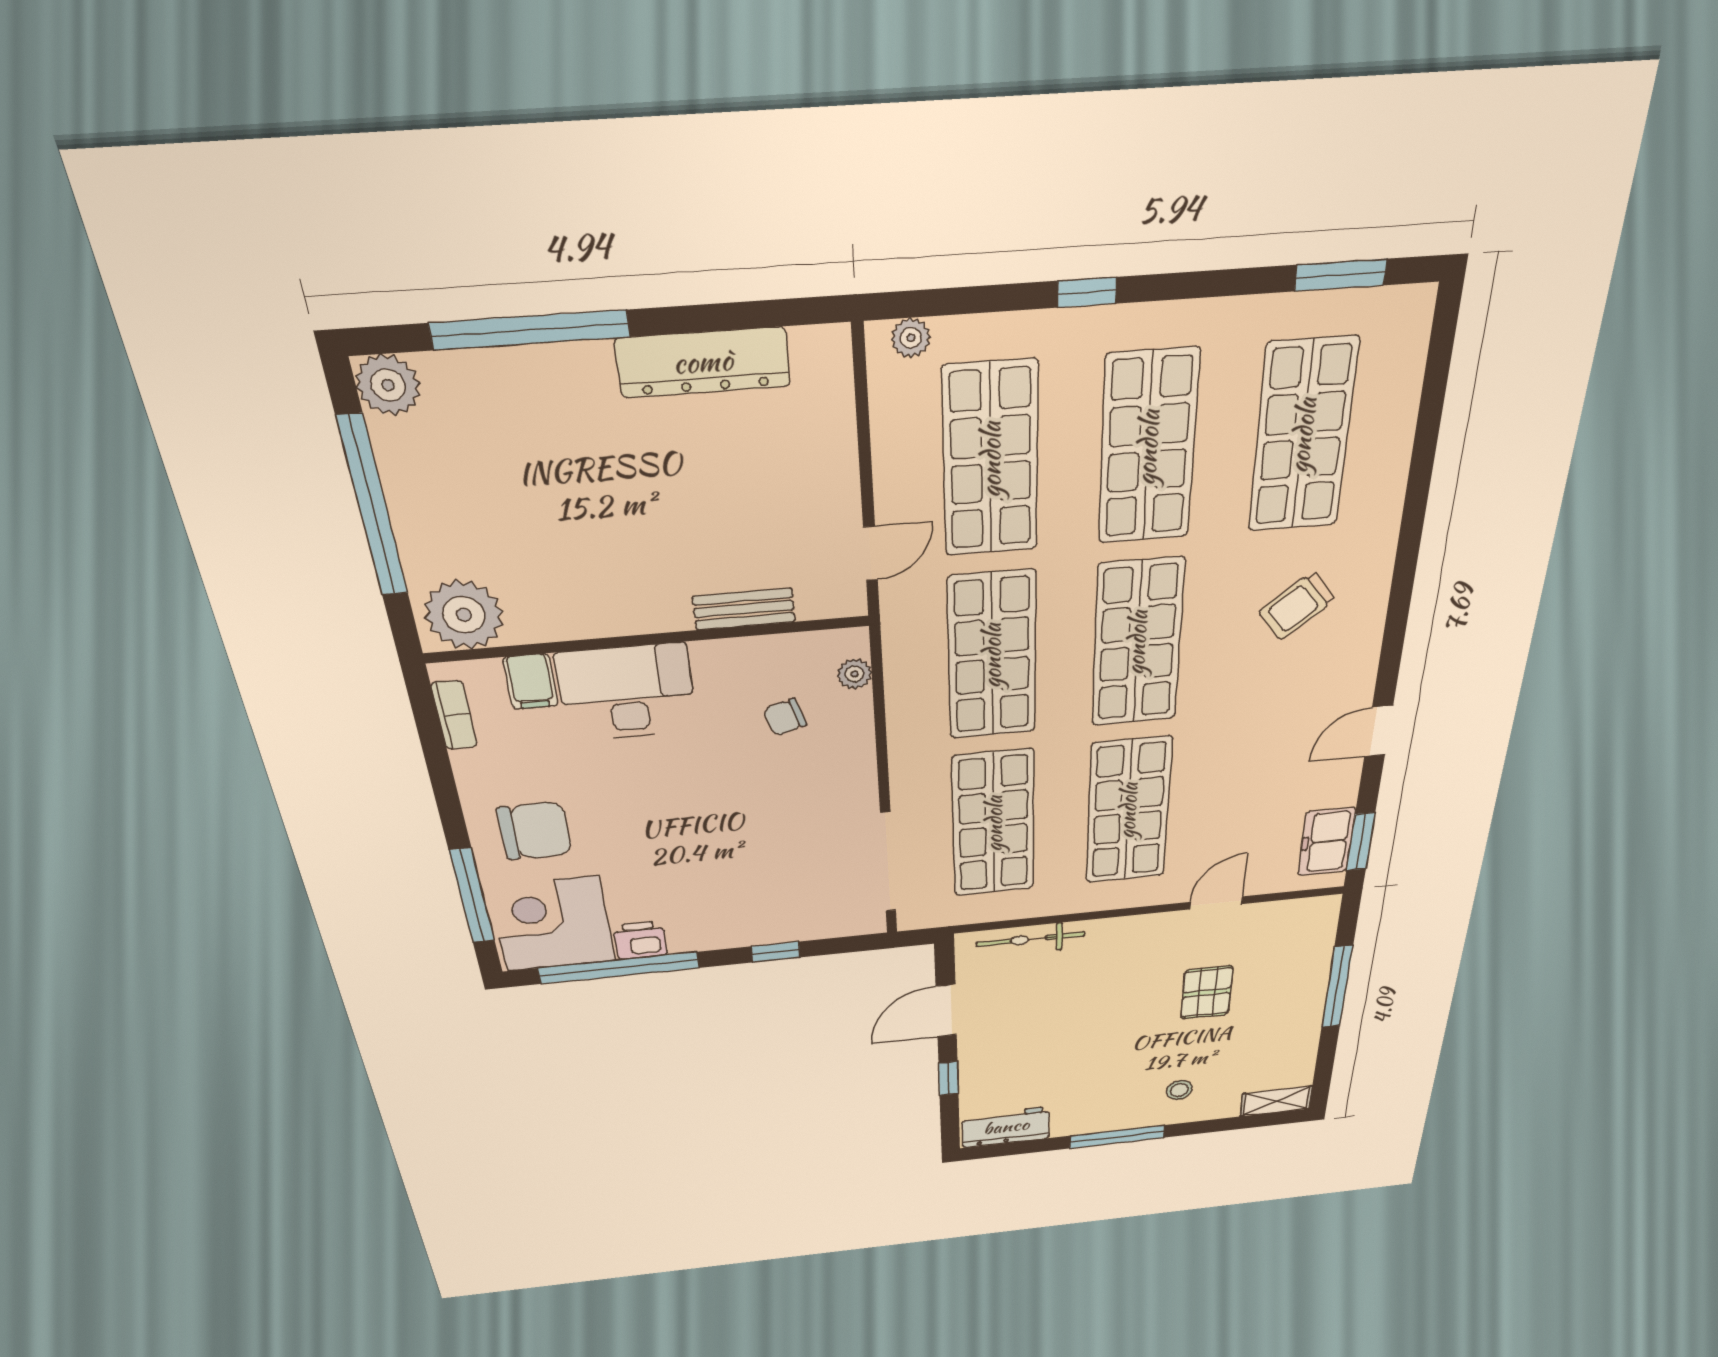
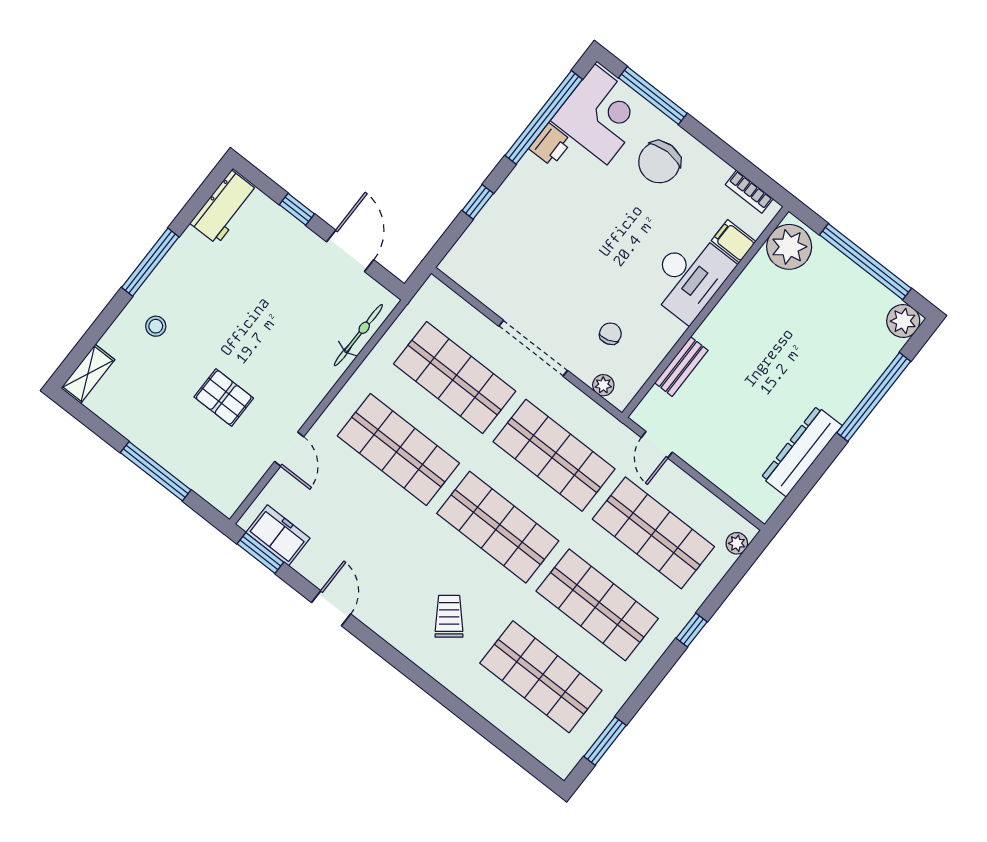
doorway: (888, 862) -> (533, 348), moved

